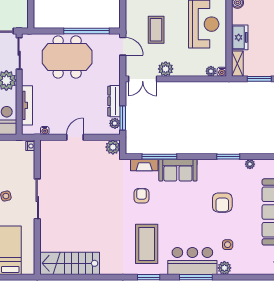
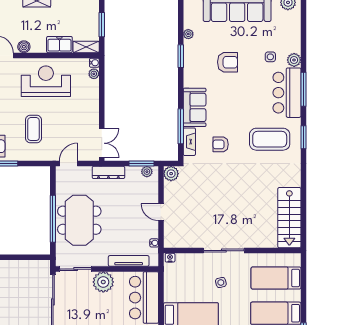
coffee table: (156, 30) -> (33, 129), moved, turned 90
window: (87, 31) -> (53, 219), moved
plant: (166, 69) -> (91, 120), removed
dresser: (114, 101) -> (108, 172), moved

